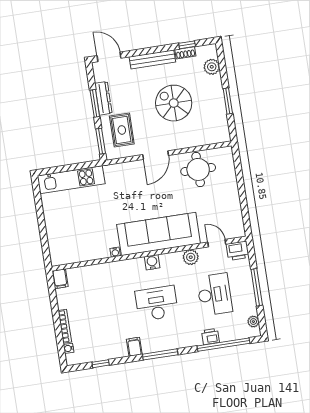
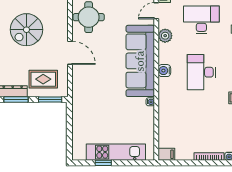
kitchen unit: (71, 180) -> (116, 152), moved, turned -90
window: (40, 211) -> (103, 163), added

